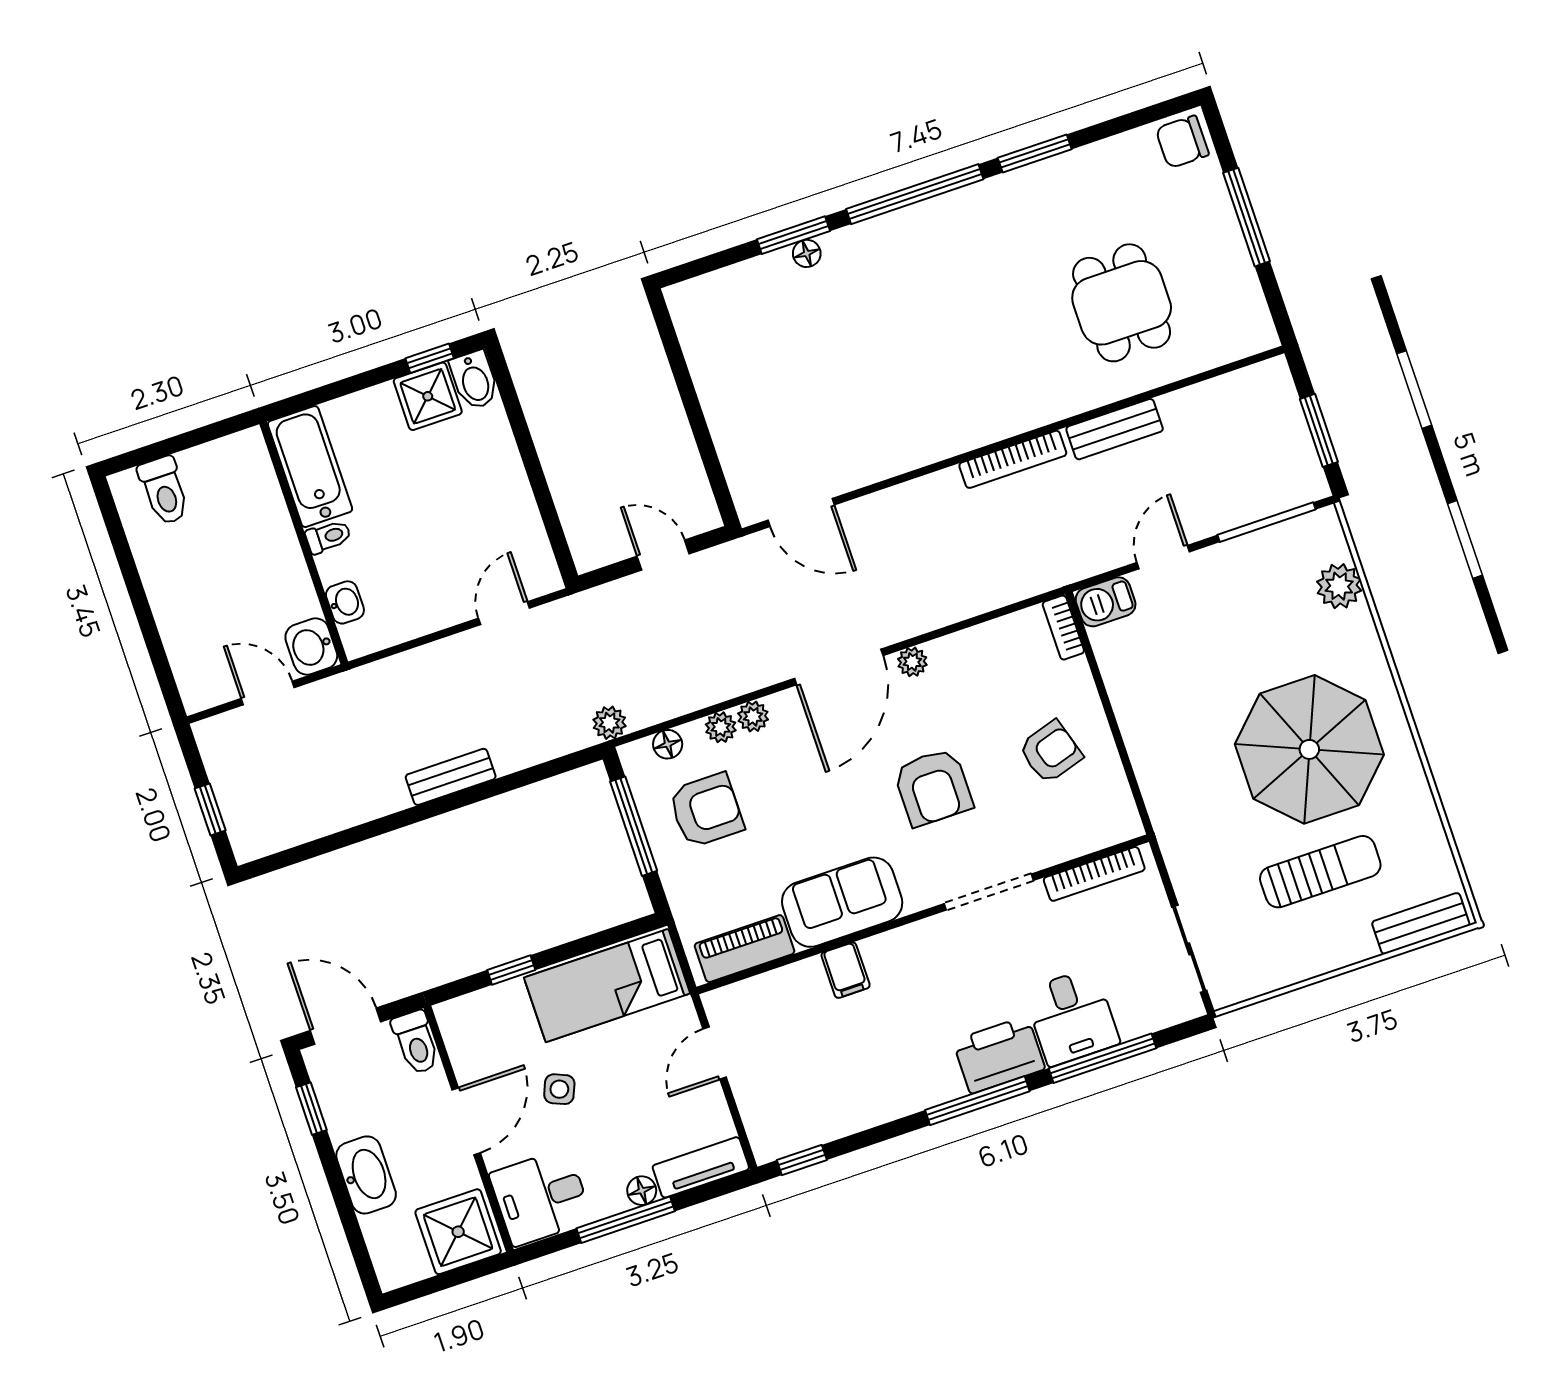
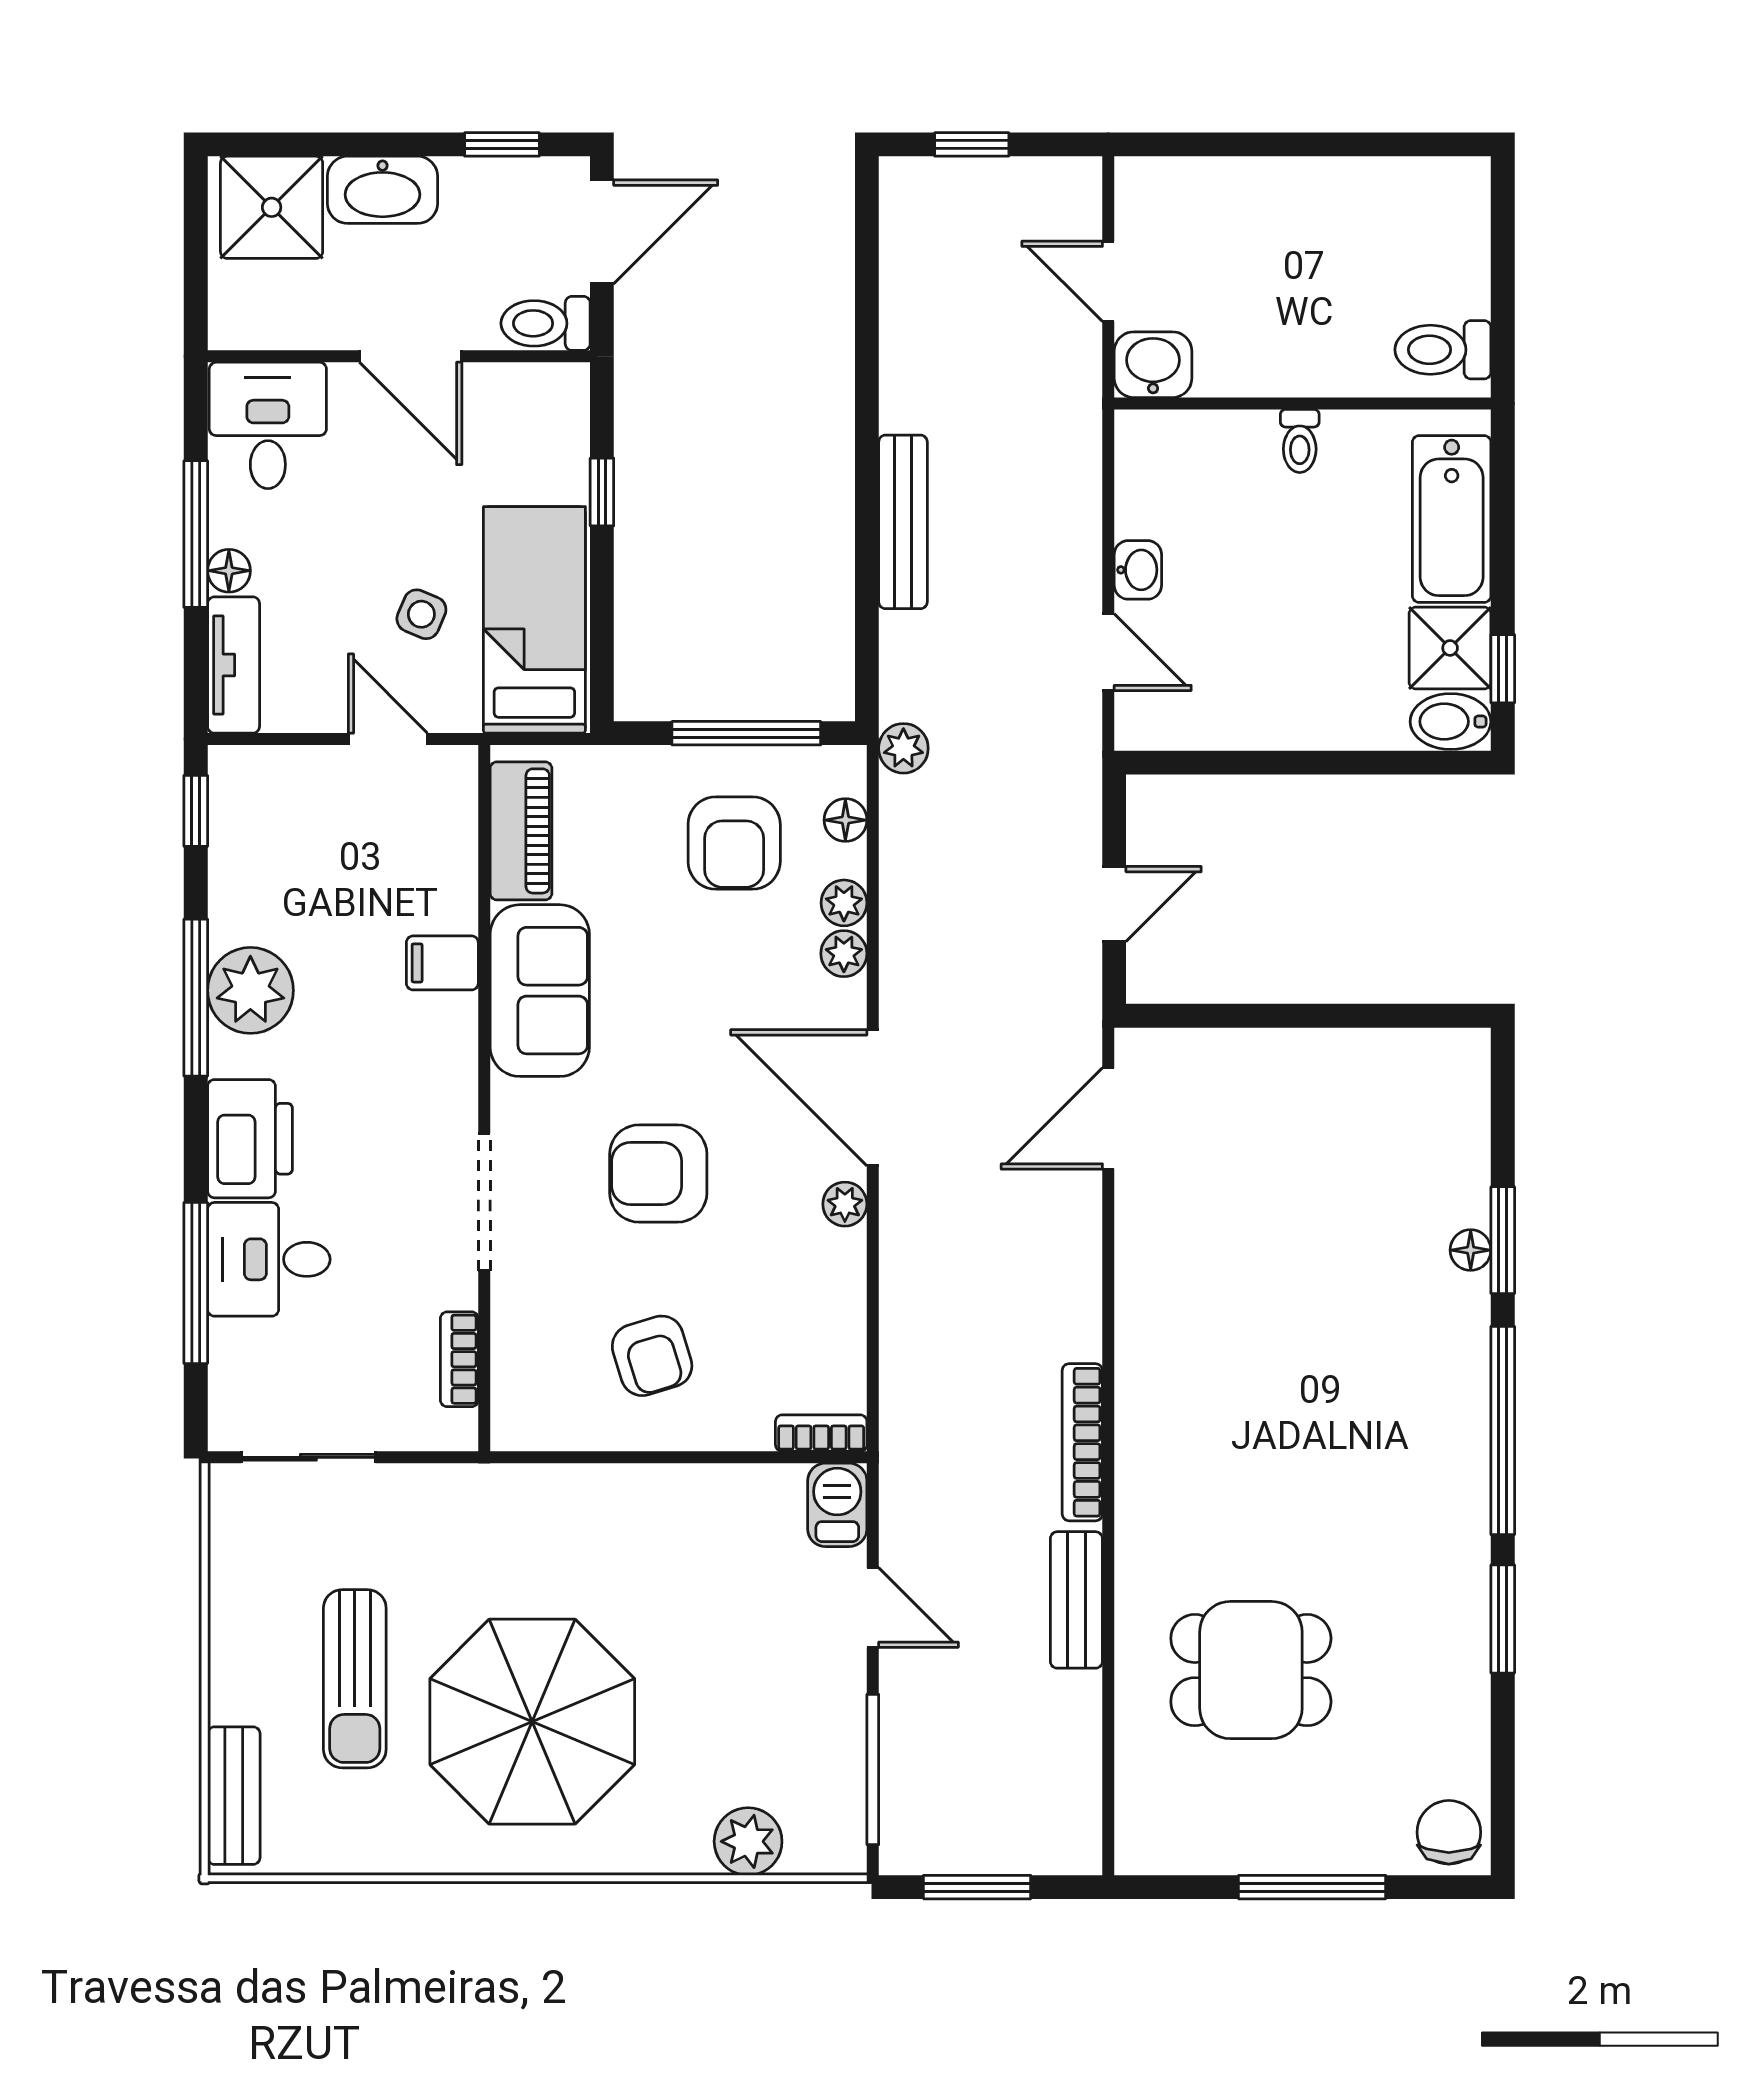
bathtub: (310, 467) -> (1452, 519), moved, turned 90
toilet: (164, 491) -> (1443, 350), moved
washbasin: (345, 602) -> (1138, 570), moved, turned -90
door: (268, 693) -> (1108, 281), swing flipped
bench: (451, 777) -> (903, 522), width x1.36
bookcase: (1094, 874) -> (459, 1359), width x0.64
plant: (904, 1086) -> (250, 990), added
side table: (559, 1089) -> (421, 614), moved
window: (977, 1101) -> (196, 998), moved
shower: (458, 1232) -> (272, 207), moved

